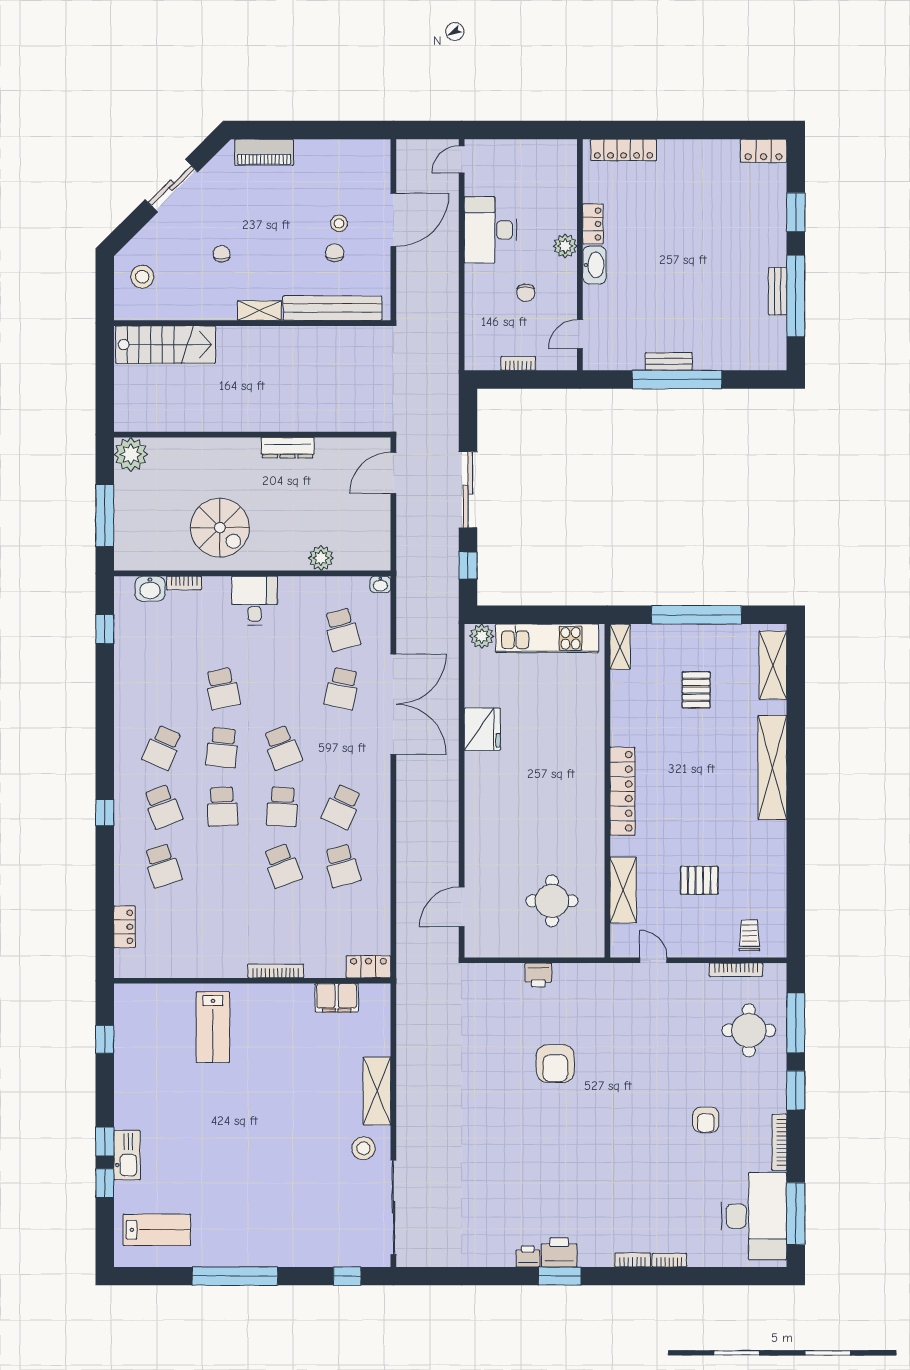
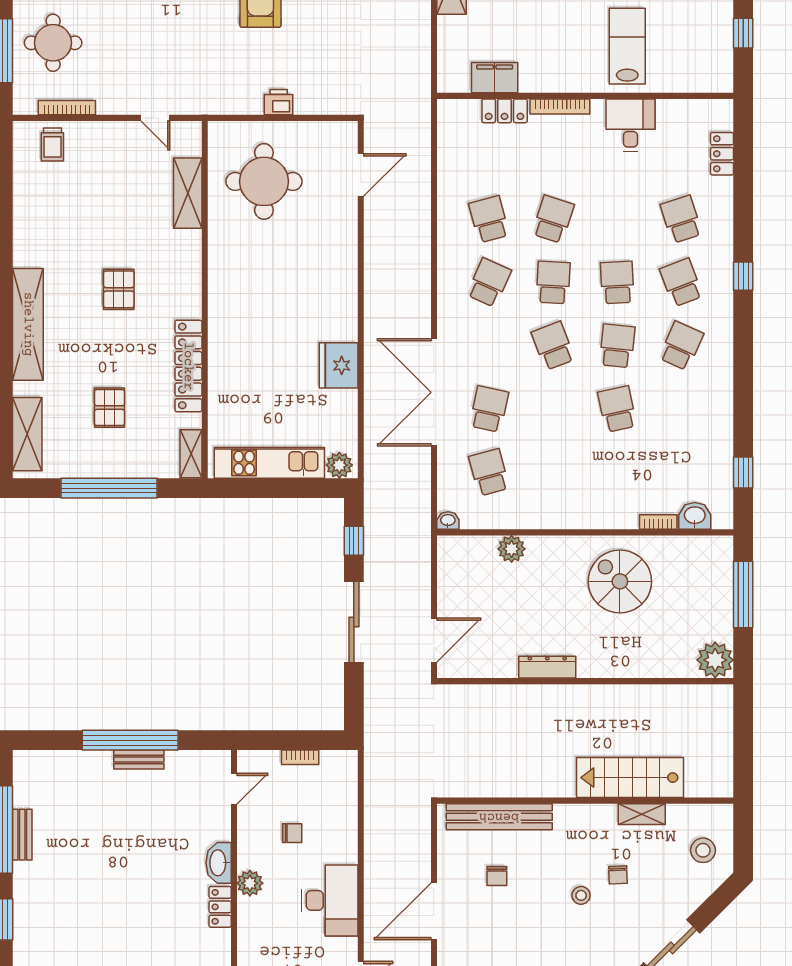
stool: (339, 223) -> (581, 895), moved
chair: (526, 293) -> (292, 833), turned 90
shelving: (259, 310) -> (642, 814), moved
stairs: (165, 345) -> (630, 778), moved
desk: (255, 601) -> (630, 125), moved, turned 180
locker: (622, 791) -> (188, 366), moved
school desk: (282, 866) -> (553, 219), turned 39
pallet: (699, 880) -> (119, 289), moved, turned 90
round table: (552, 901) -> (264, 181), width x1.36, depth x1.36
locker: (368, 967) -> (505, 111), moved

